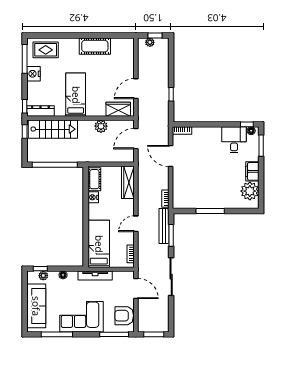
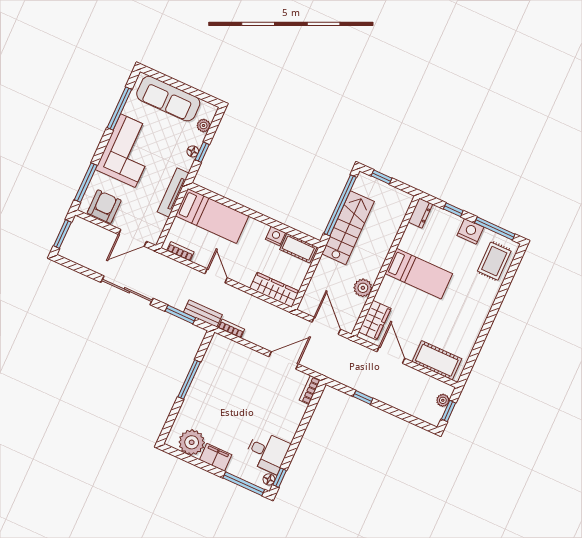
cot: (95, 46) -> (437, 360), moved, turned 90
window: (25, 106) -> (453, 210), moved
dresser: (40, 111) -> (420, 213), width x0.70
stairs: (53, 129) -> (348, 228), moved, turned 180
window: (25, 132) -> (381, 177), moved
window: (261, 146) -> (244, 484), width x1.44
bench: (164, 226) -> (203, 313), width x0.73
window: (40, 269) -> (202, 152), moved

